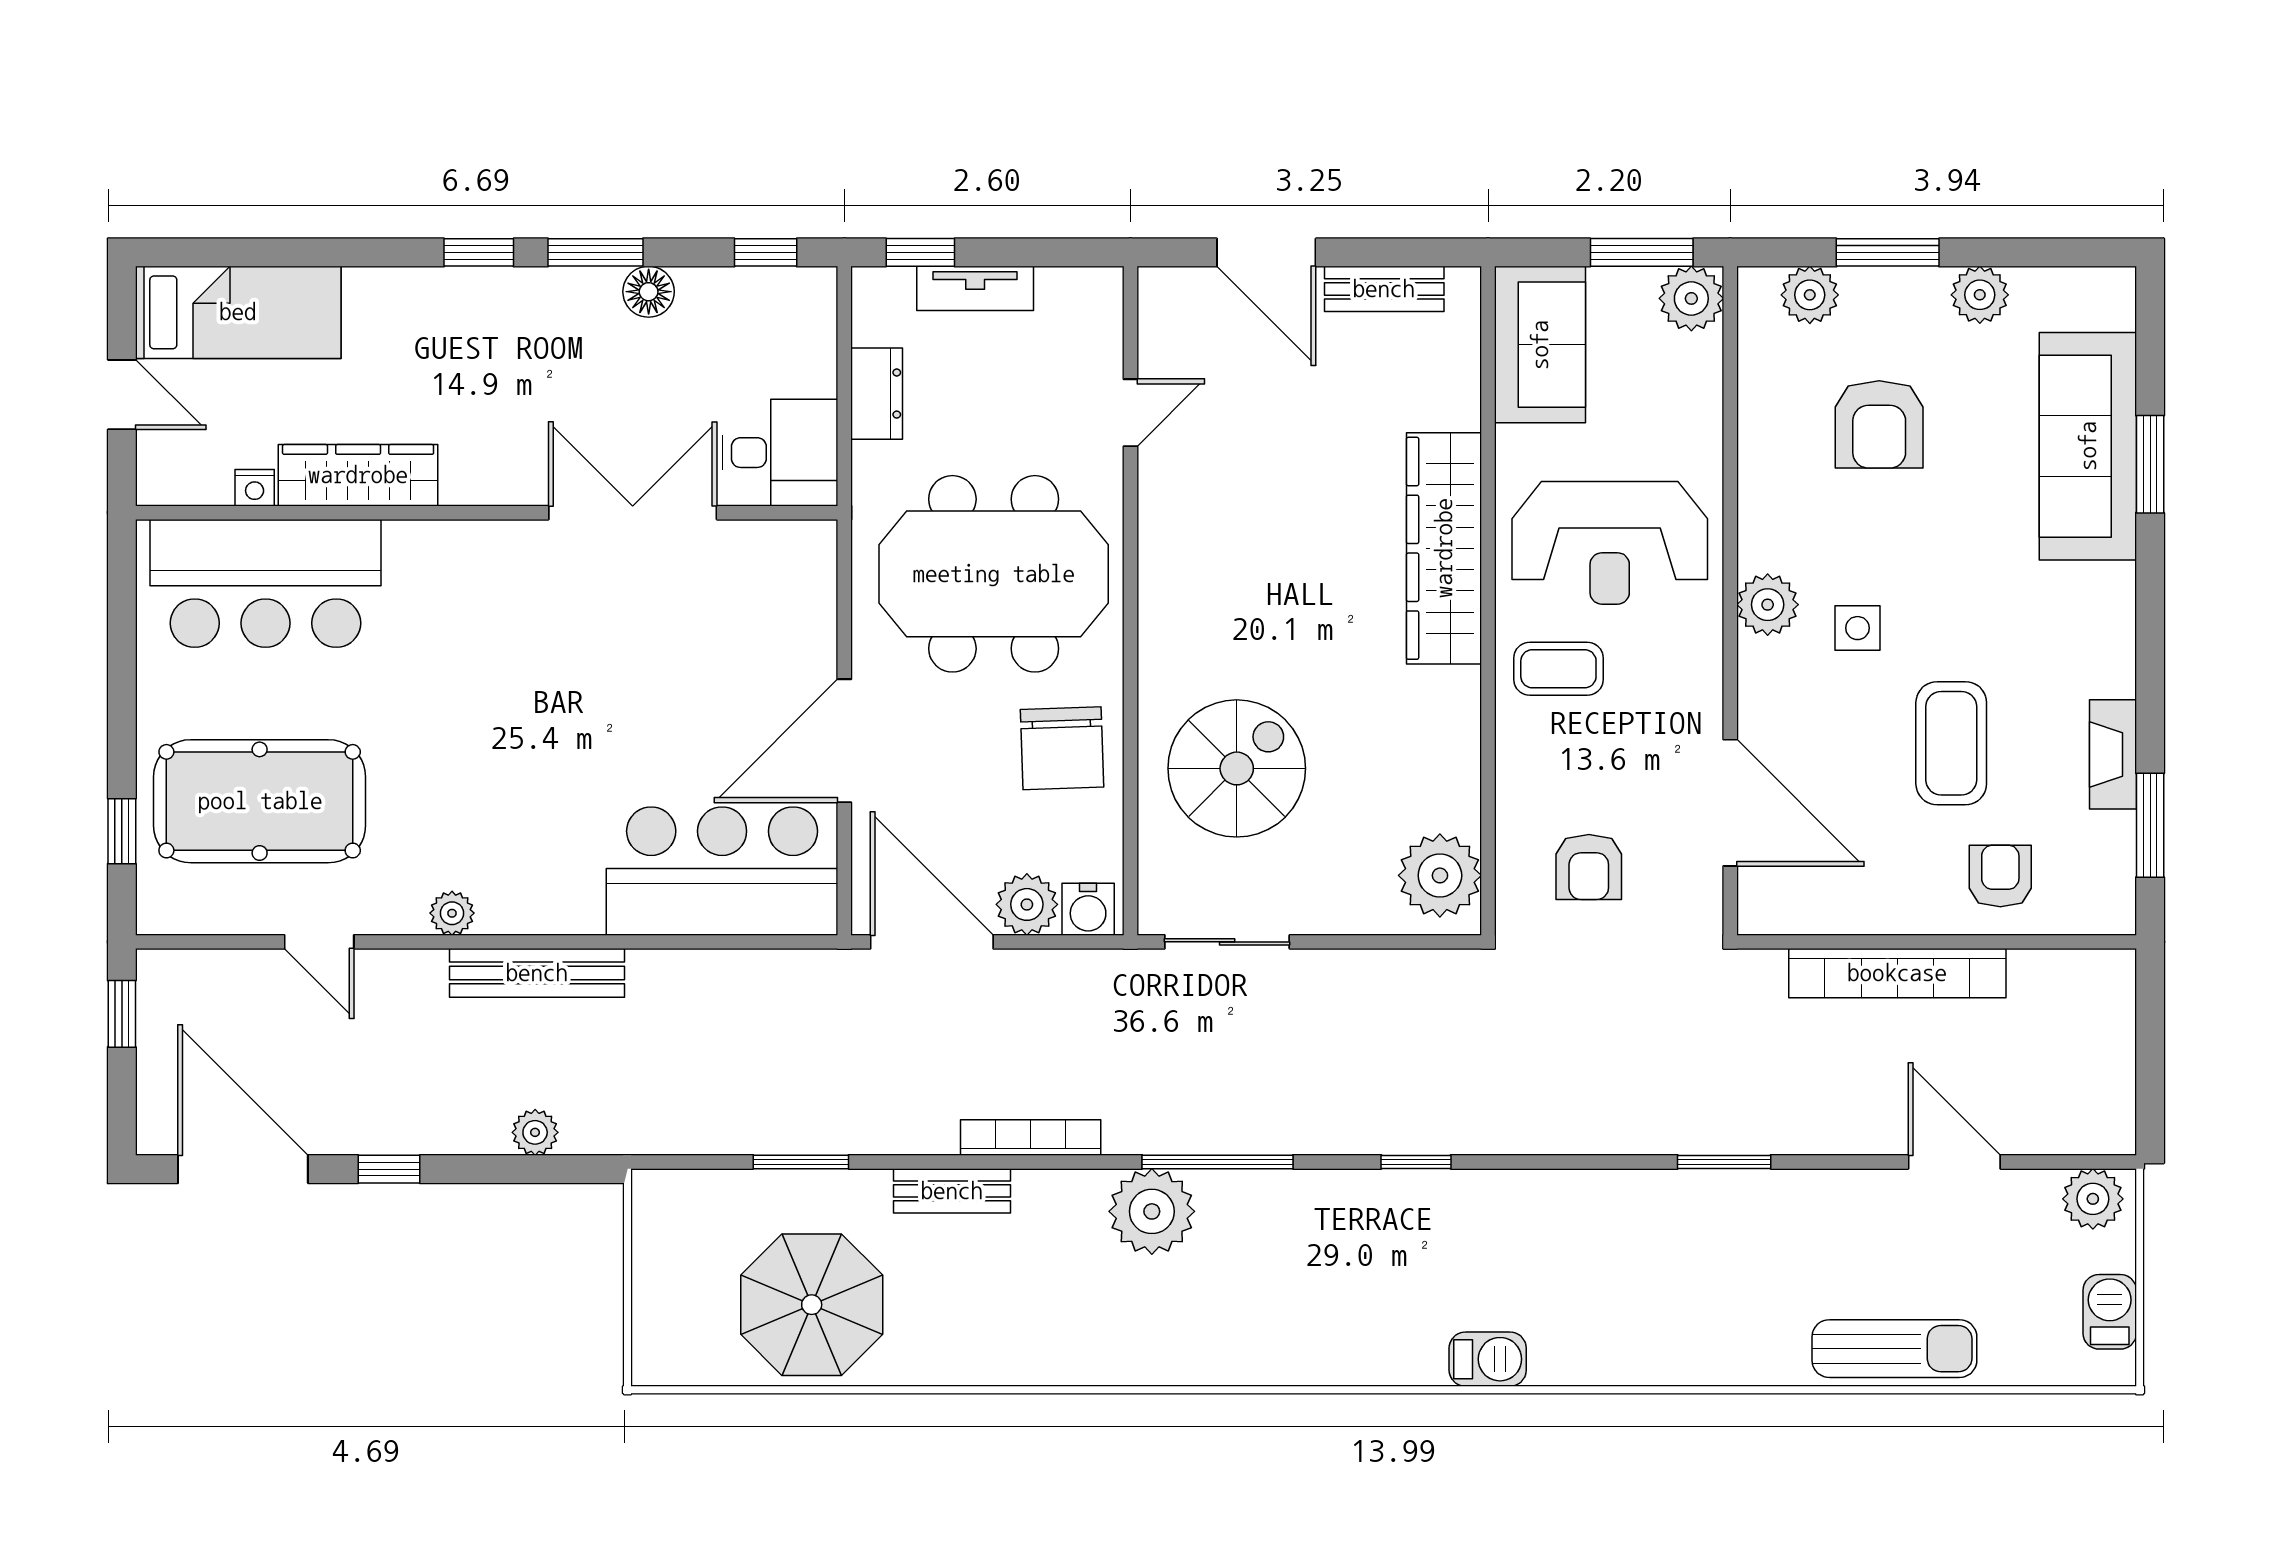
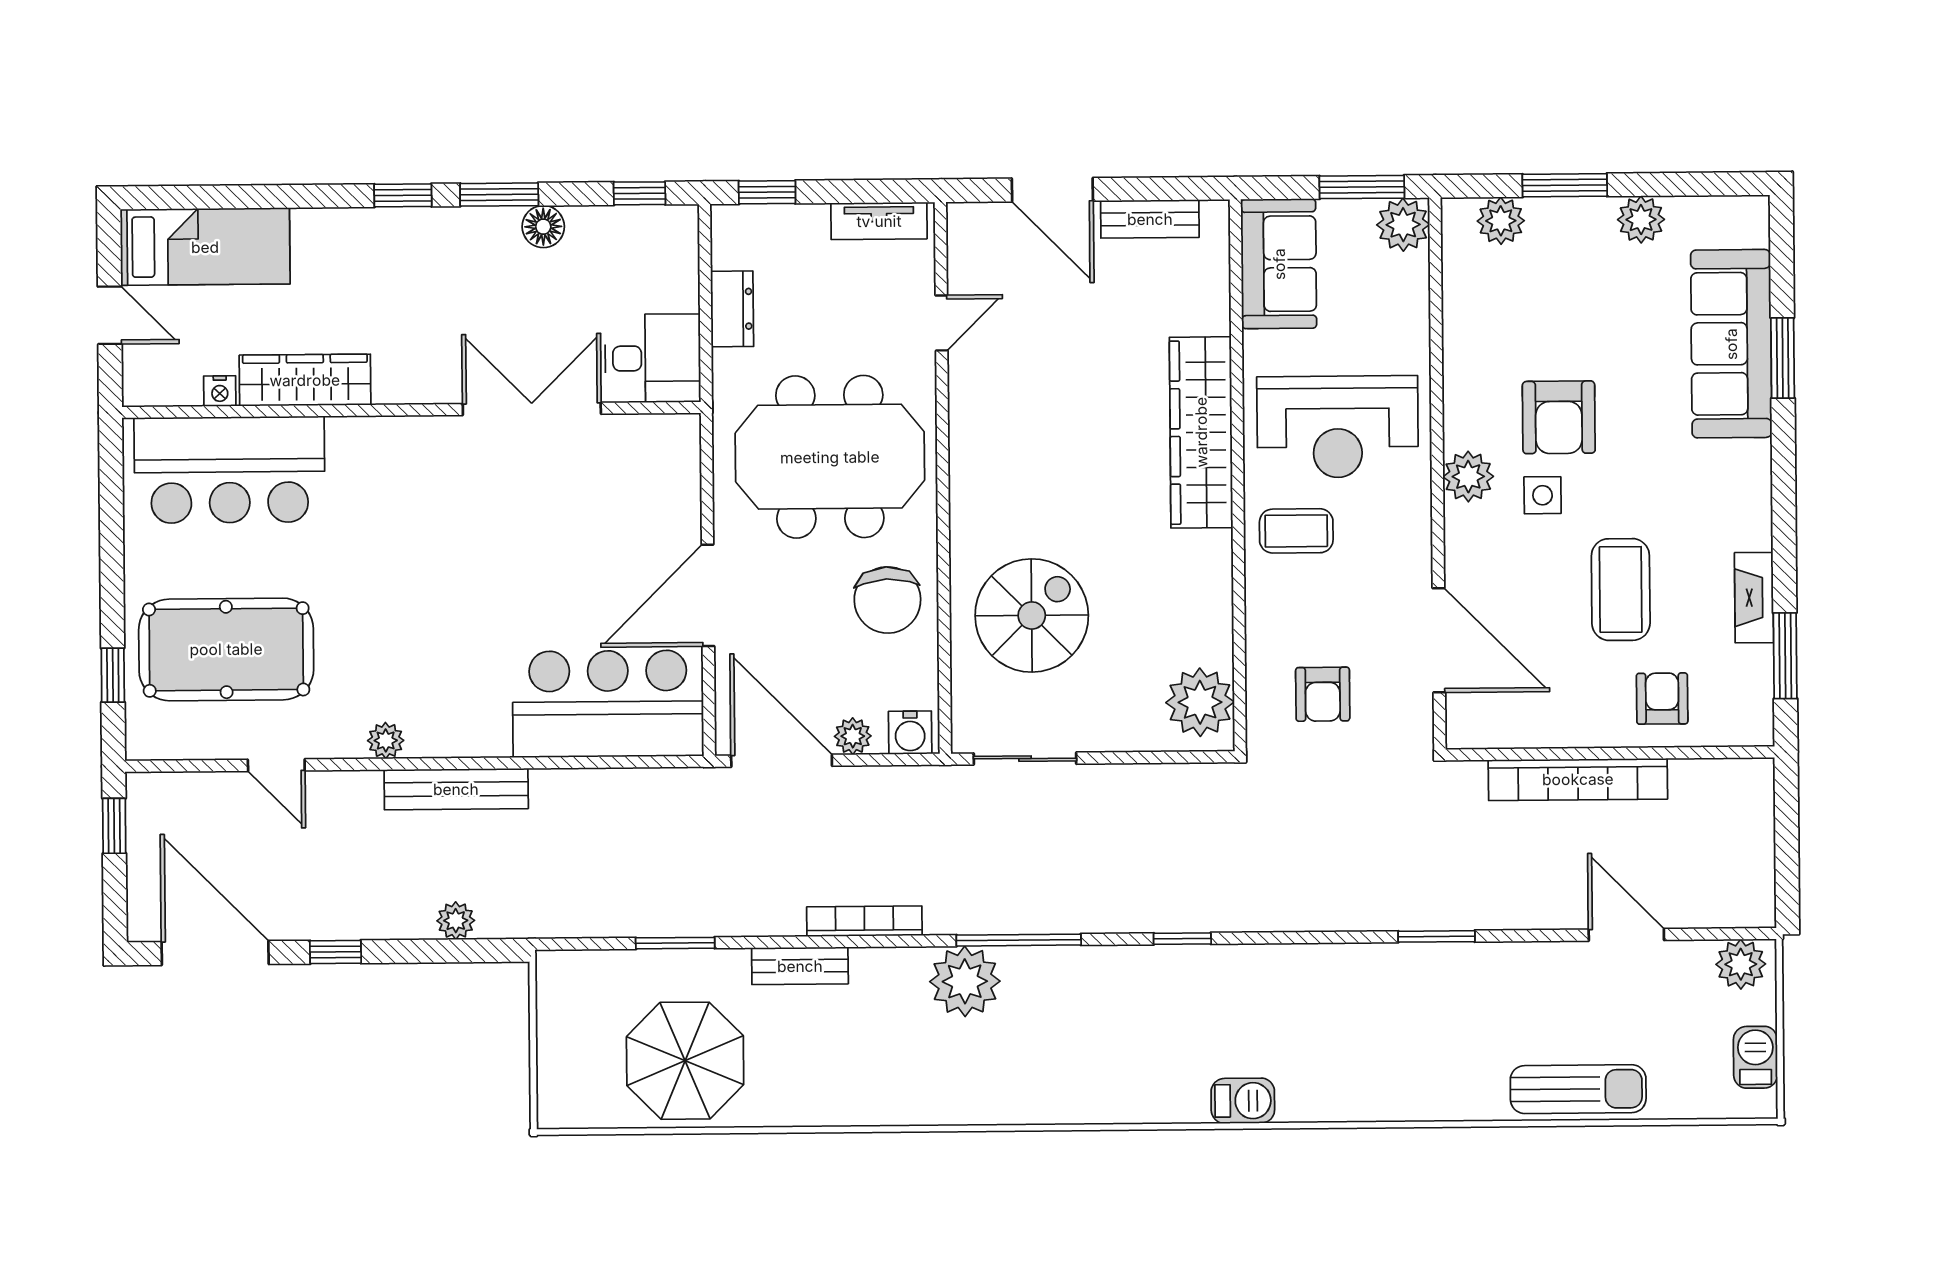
tv unit: (975, 288) -> (879, 221), moved
armchair: (1879, 424) -> (1559, 417), moved
plant: (1027, 904) -> (853, 736), width x0.73, depth x0.73

